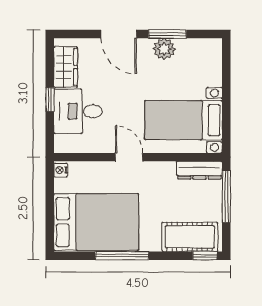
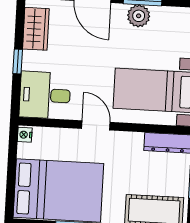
desk: (78, 111) -> (45, 95), moved

